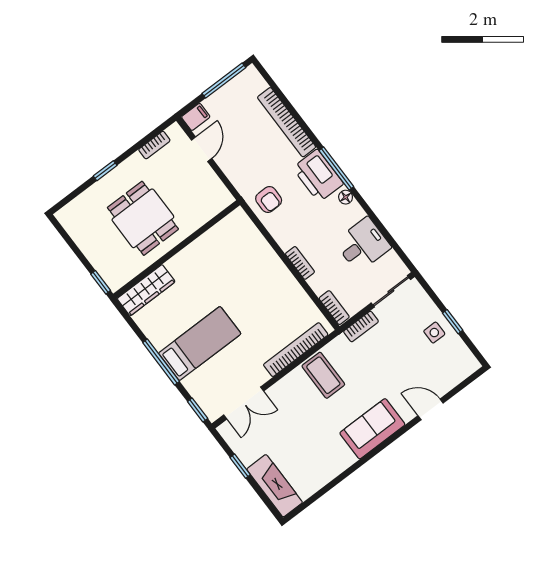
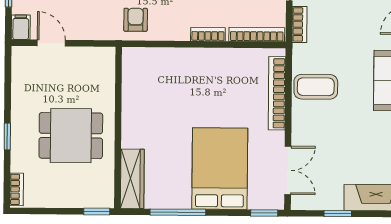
bookcase: (154, 145) -> (17, 189), moved
armchair: (269, 199) -> (136, 20), turned -90
bookcase: (334, 308) -> (257, 35), width x1.56
bed: (200, 343) -> (220, 169), width x1.50
window: (161, 362) -> (178, 212), moved

